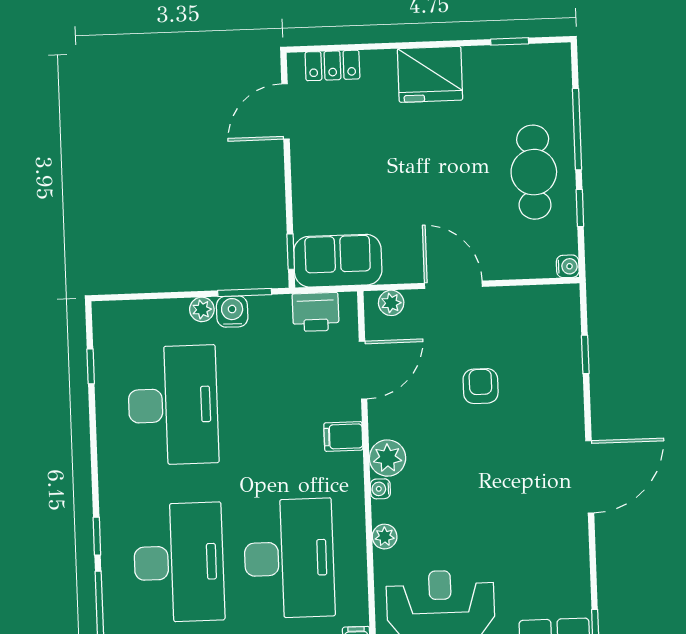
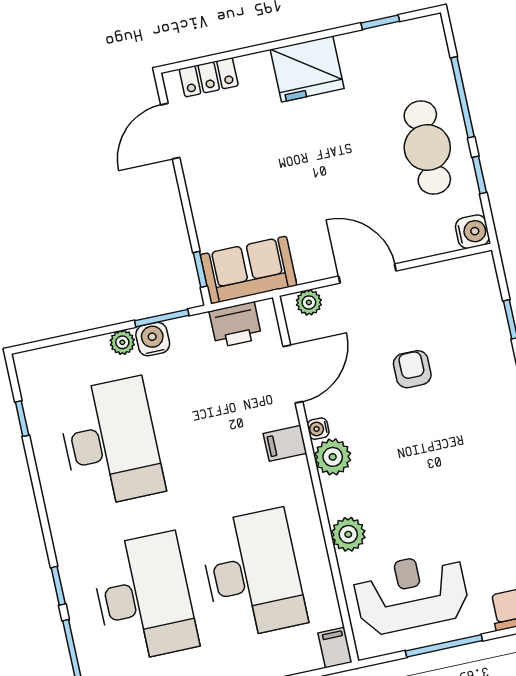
water cooler: (568, 266) -> (472, 232), width x1.38, depth x1.38
water cooler: (380, 489) -> (318, 429), moved
plant: (385, 537) -> (348, 534), width x1.38, depth x1.38

